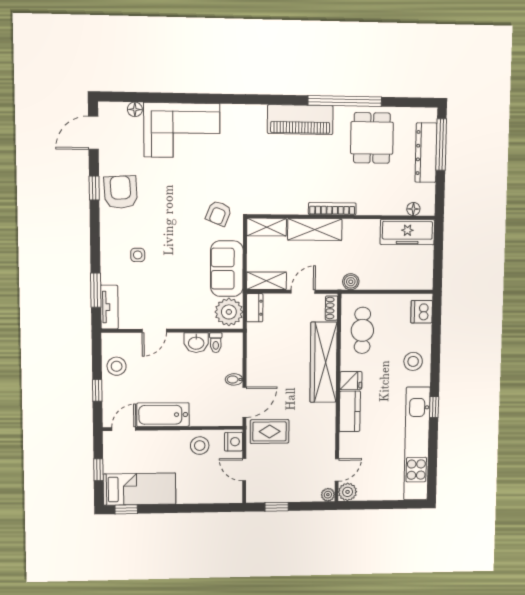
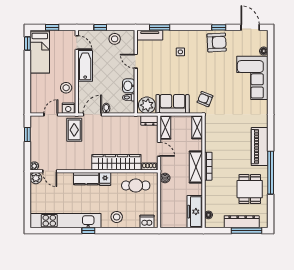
dining table: (372, 138) -> (250, 189), turned 90
shelving: (315, 229) -> (196, 167), moved
door: (244, 402) -> (92, 115), swing flipped

